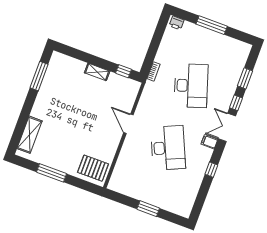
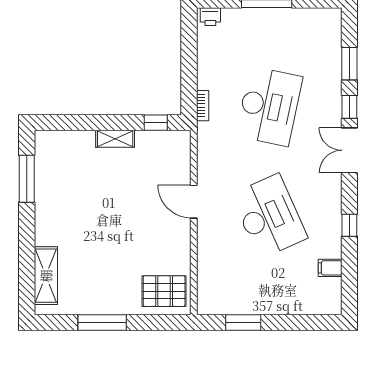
desk: (191, 86) -> (269, 106), turned 30
filing cabinet: (209, 142) -> (330, 268), moved
window: (148, 209) -> (243, 323), moved

